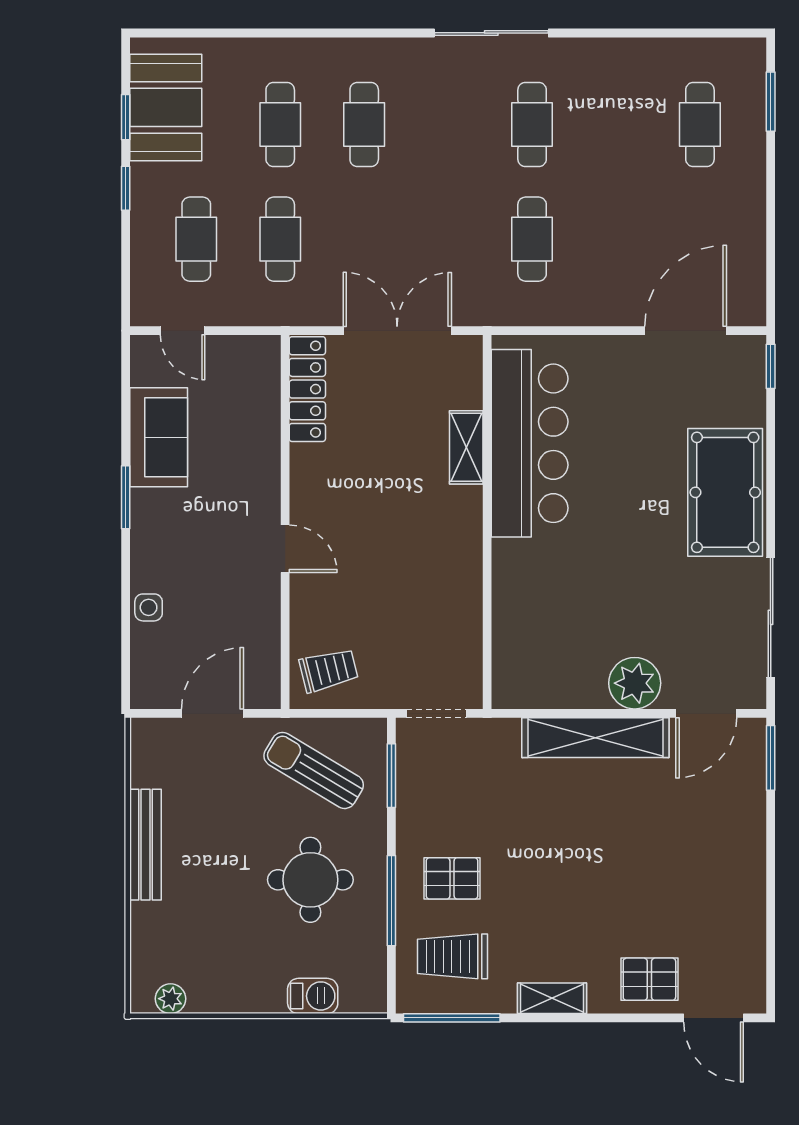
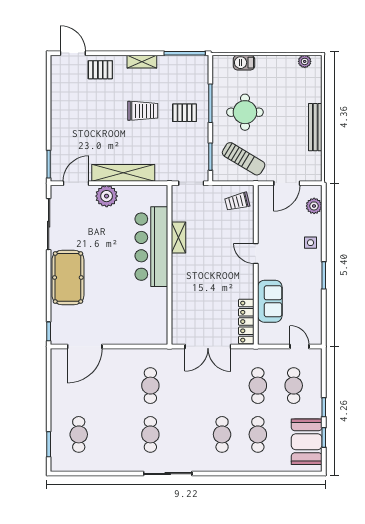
sofa: (159, 437) -> (270, 301), moved, turned 180
bar counter: (530, 443) -> (151, 247), moved
shelving: (466, 447) -> (178, 237), moved
side table: (149, 607) -> (310, 243), moved
plant: (149, 660) -> (314, 206), added
trolley: (453, 956) -> (143, 111), moved

